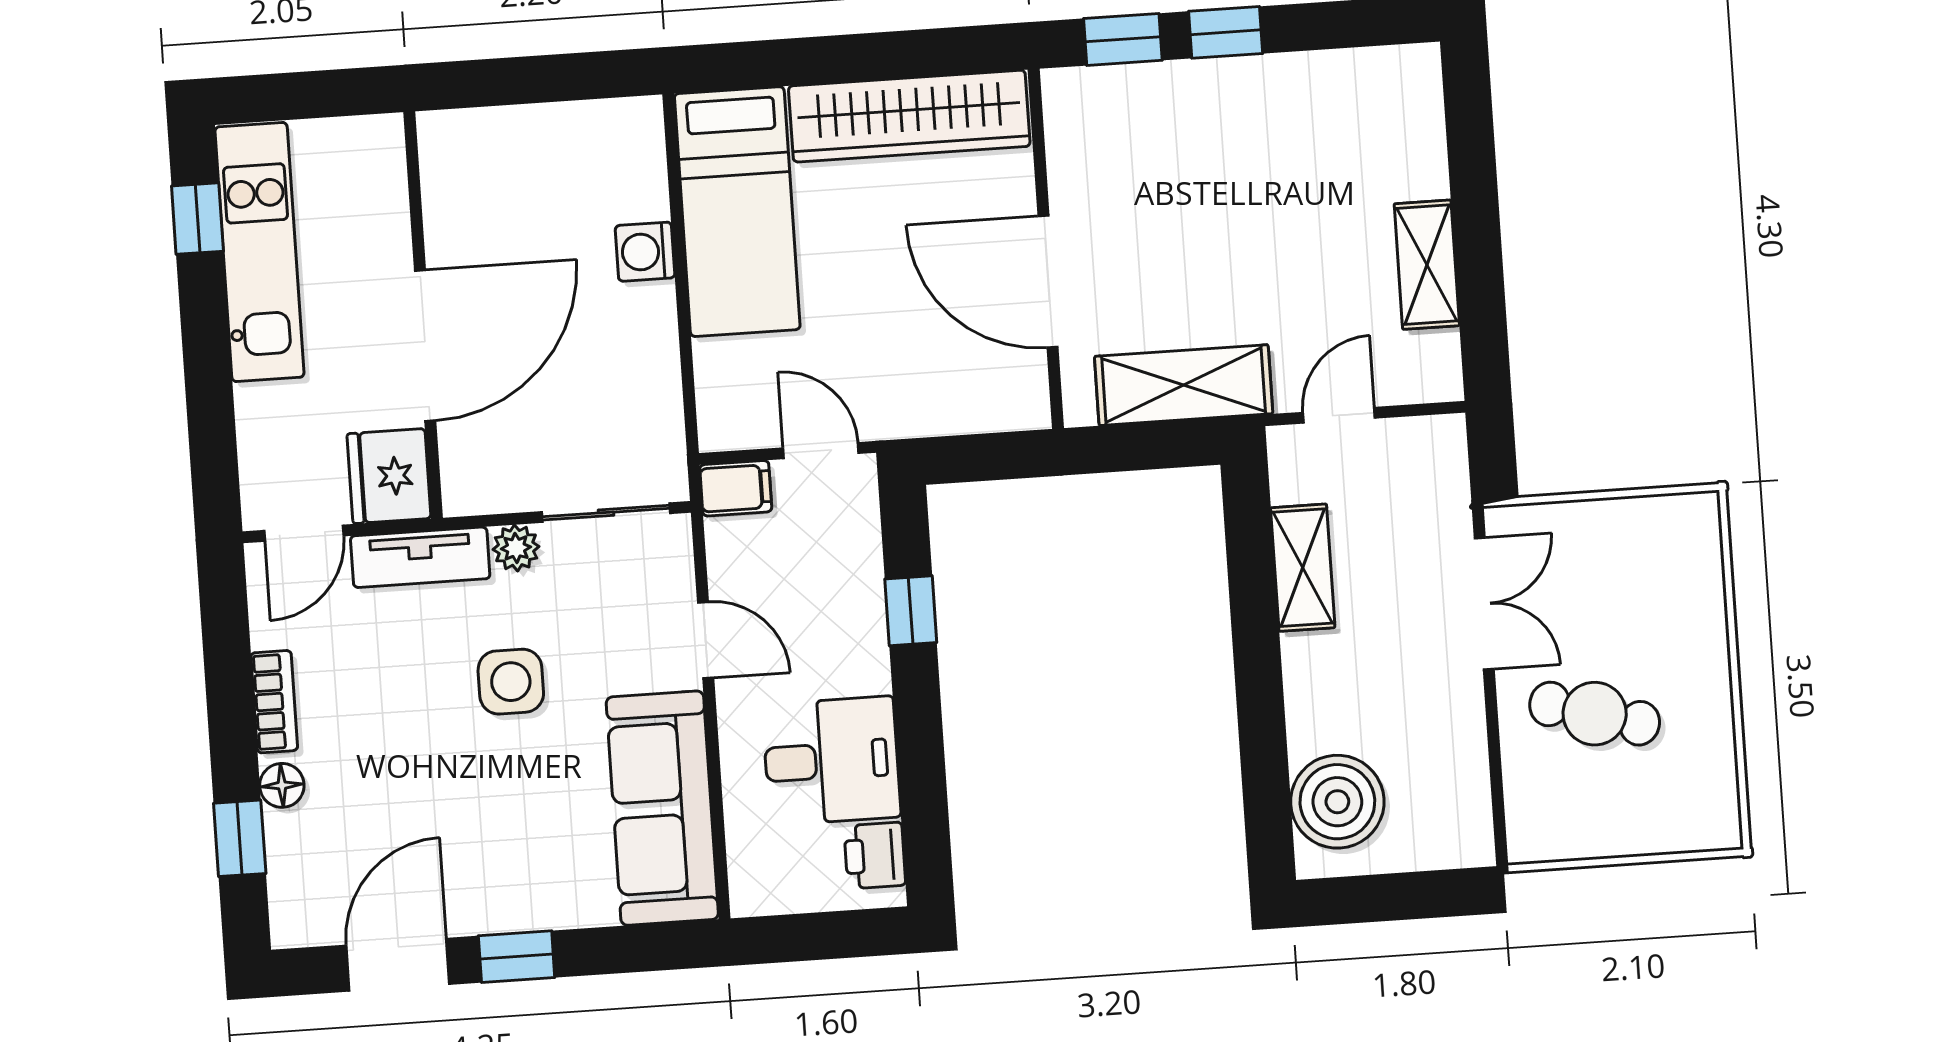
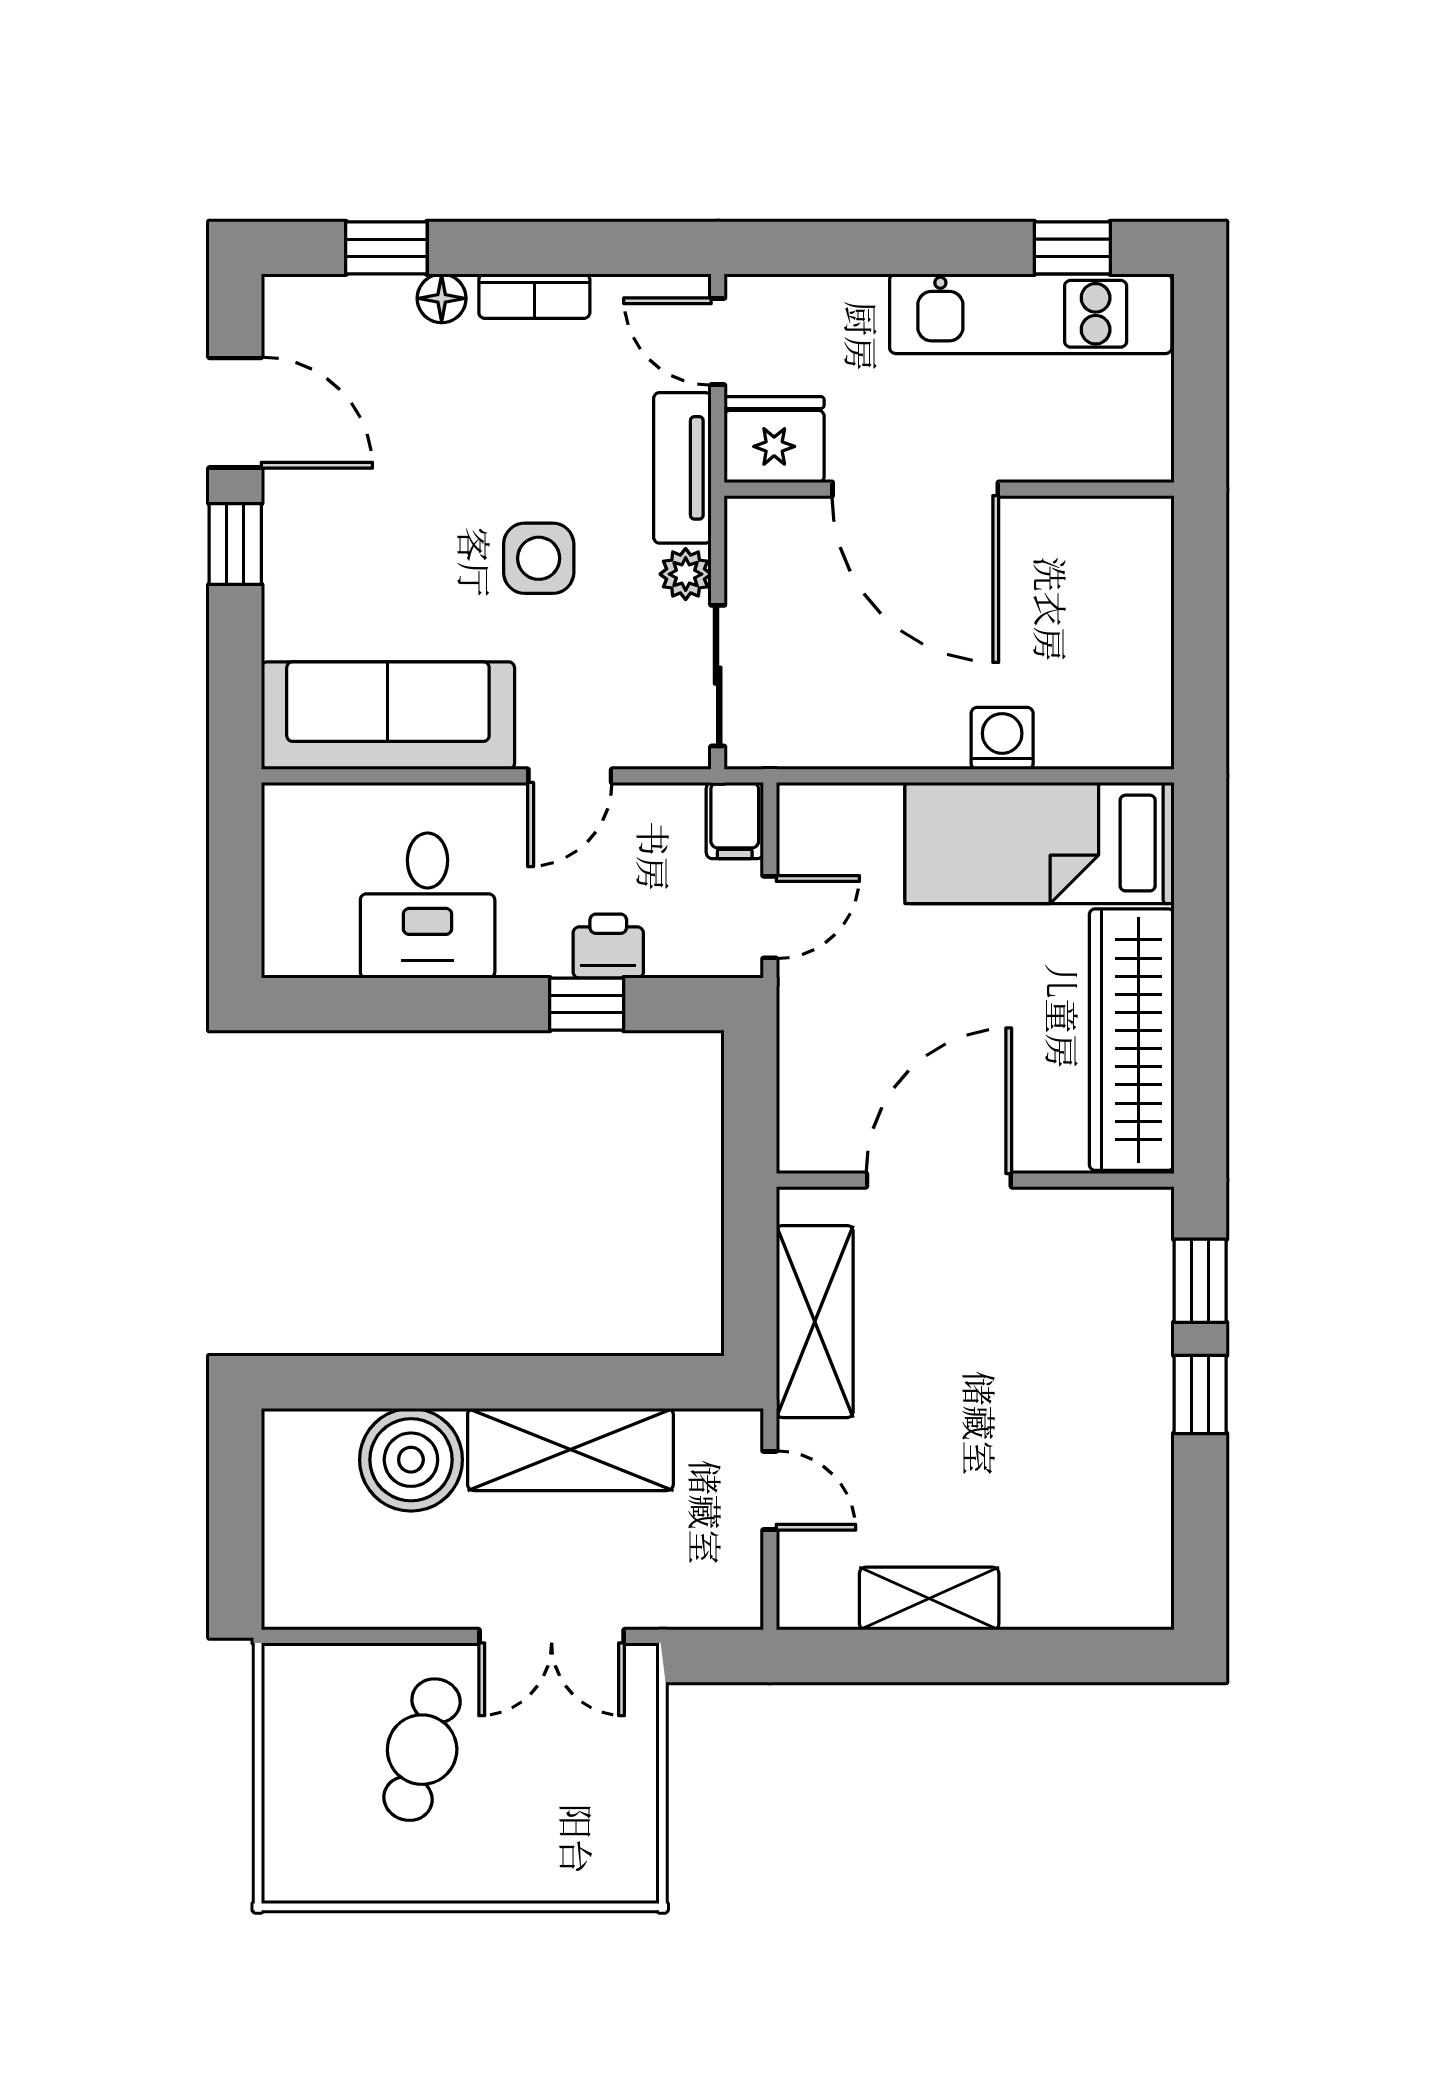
shelving: (1303, 568) -> (570, 1449), width x1.50, depth x1.33
boiler: (1337, 802) -> (411, 1460), moved
printer: (875, 855) -> (608, 946), moved

